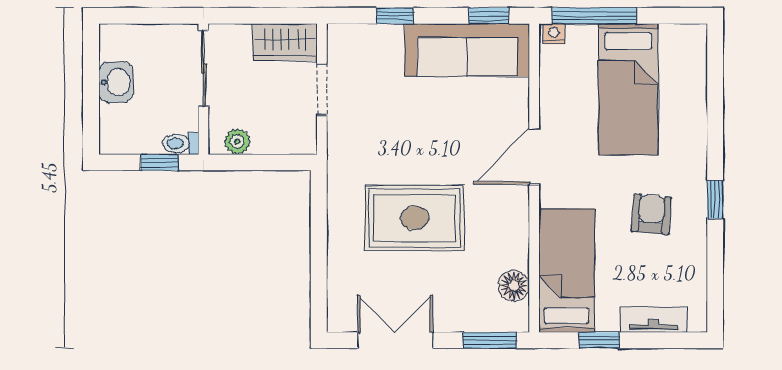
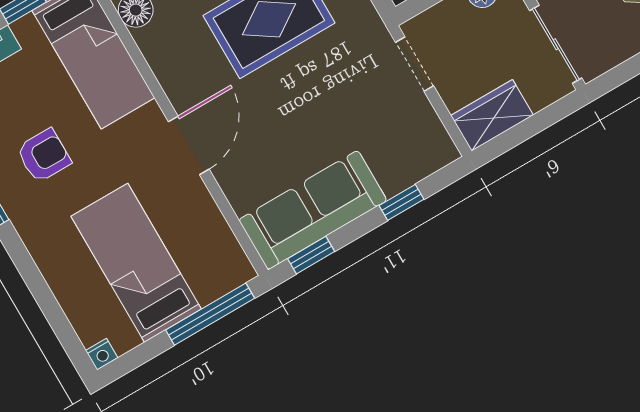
nightstand: (554, 34) -> (102, 354), moved
doorway: (322, 89) -> (415, 64), moved
armchair: (651, 214) -> (44, 156), turned -95

